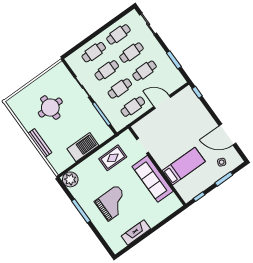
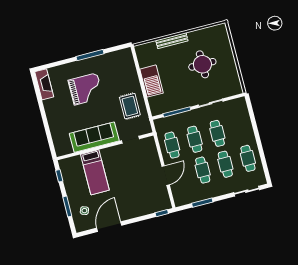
cafe table: (94, 52) -> (240, 128), removed
plant: (70, 179) -> (125, 57), removed
grand piano: (113, 203) -> (86, 89), turned -90
fireplace: (136, 232) -> (44, 84), moved

